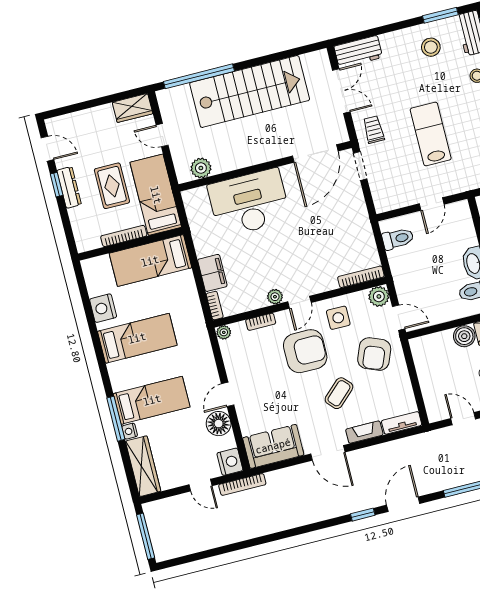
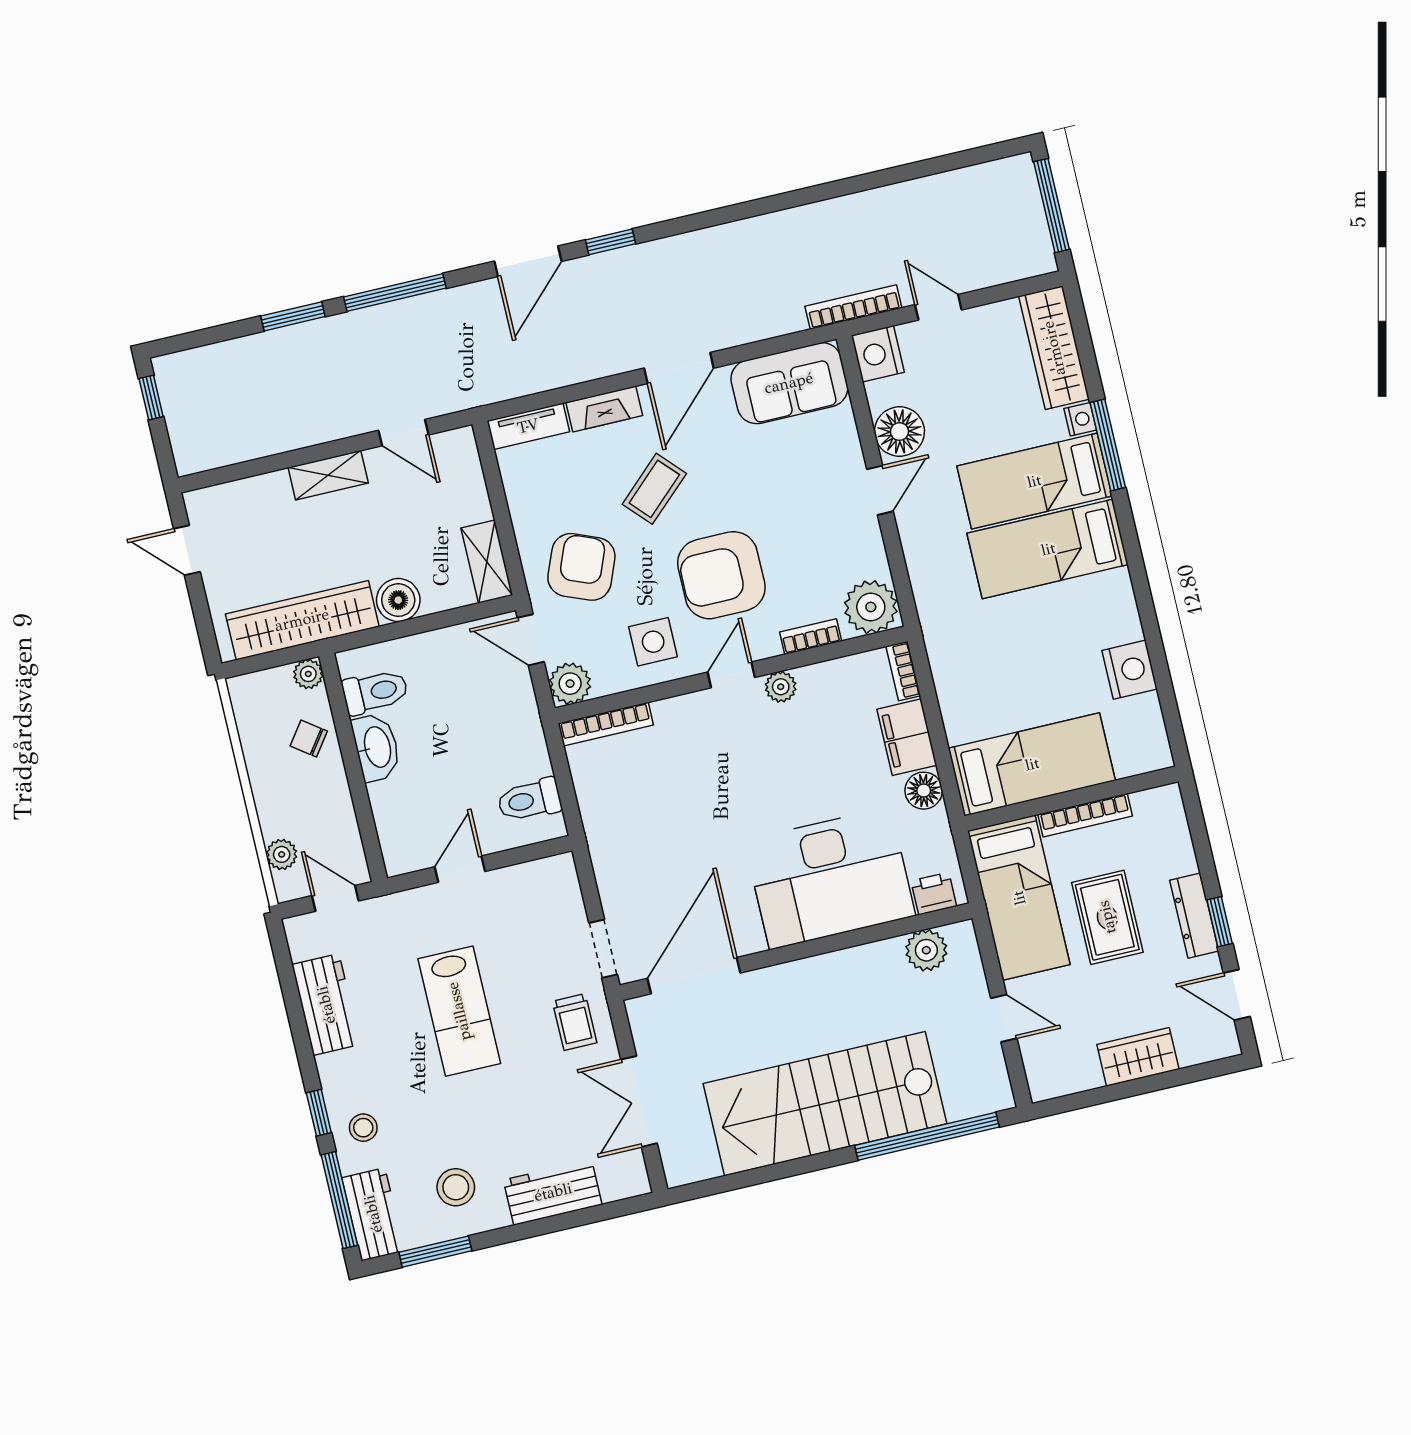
workbench: (358, 52) -> (553, 1192), moved
wardrobe: (132, 108) -> (1138, 1057), moved
printer: (198, 196) -> (934, 894), added
floor lamp: (204, 247) -> (924, 791), added
plant: (224, 332) -> (871, 607), width x1.88, depth x1.88
bed: (137, 338) -> (1048, 549), moved
shelving: (421, 356) -> (487, 562), added
door: (328, 453) -> (679, 368), swing flipped

